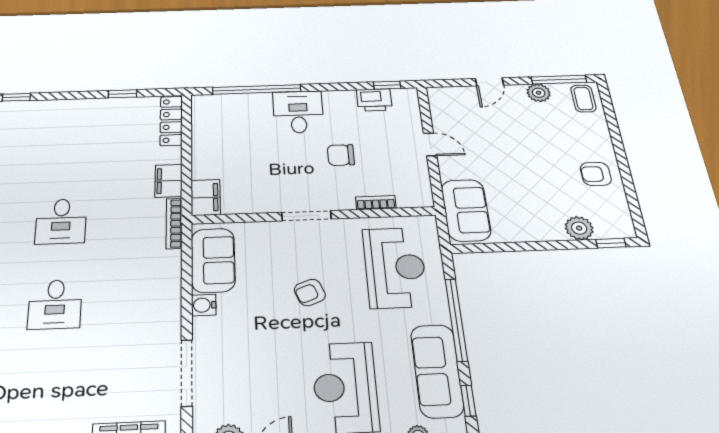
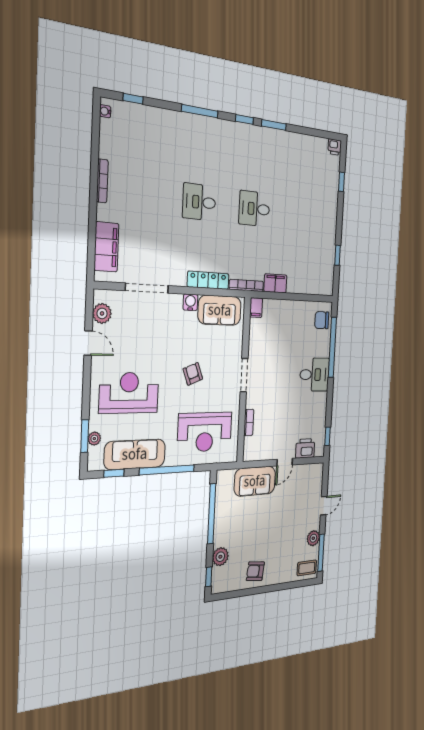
door: (489, 82) -> (324, 506), swing flipped
printer: (374, 100) -> (305, 448), moved, turned 90
locker: (171, 121) -> (208, 280), moved
chair: (341, 155) -> (322, 320), moved, turned -90
armchair: (596, 174) -> (255, 571), turned -83
filing cabinet: (206, 197) -> (256, 308), width x0.50
sofa: (466, 210) -> (255, 481), moved
window: (516, 247) -> (212, 514), added

